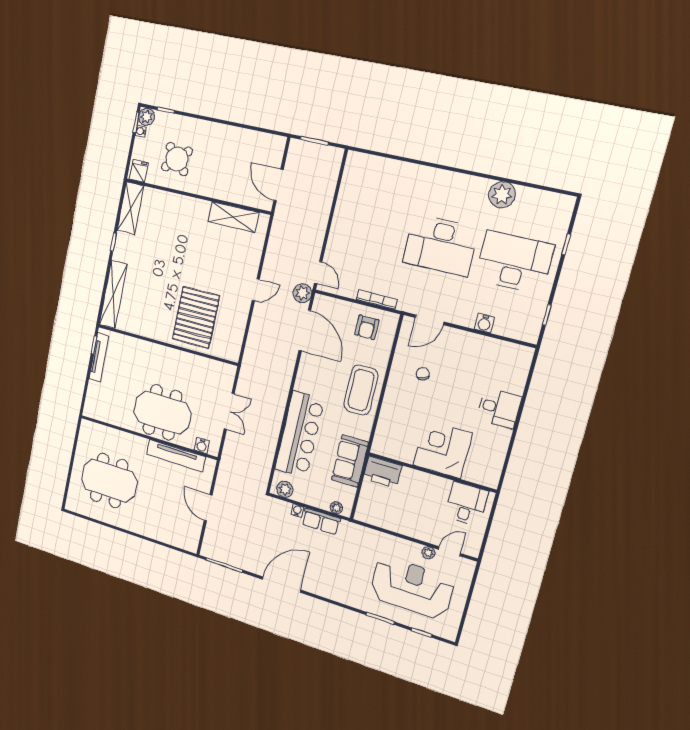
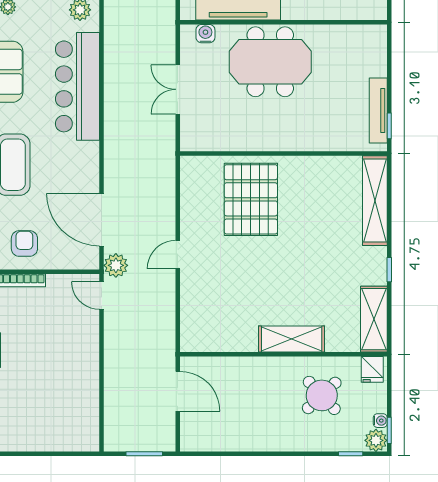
shelving: (233, 217) -> (292, 339), moved

